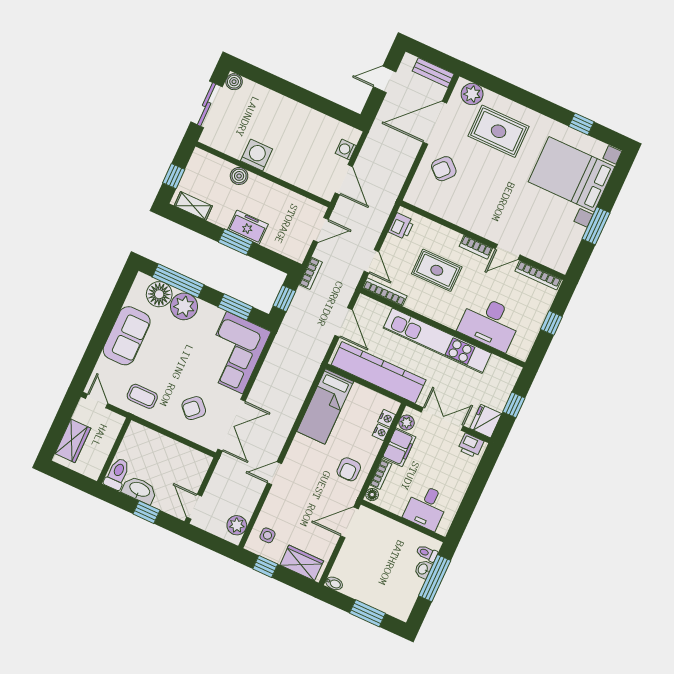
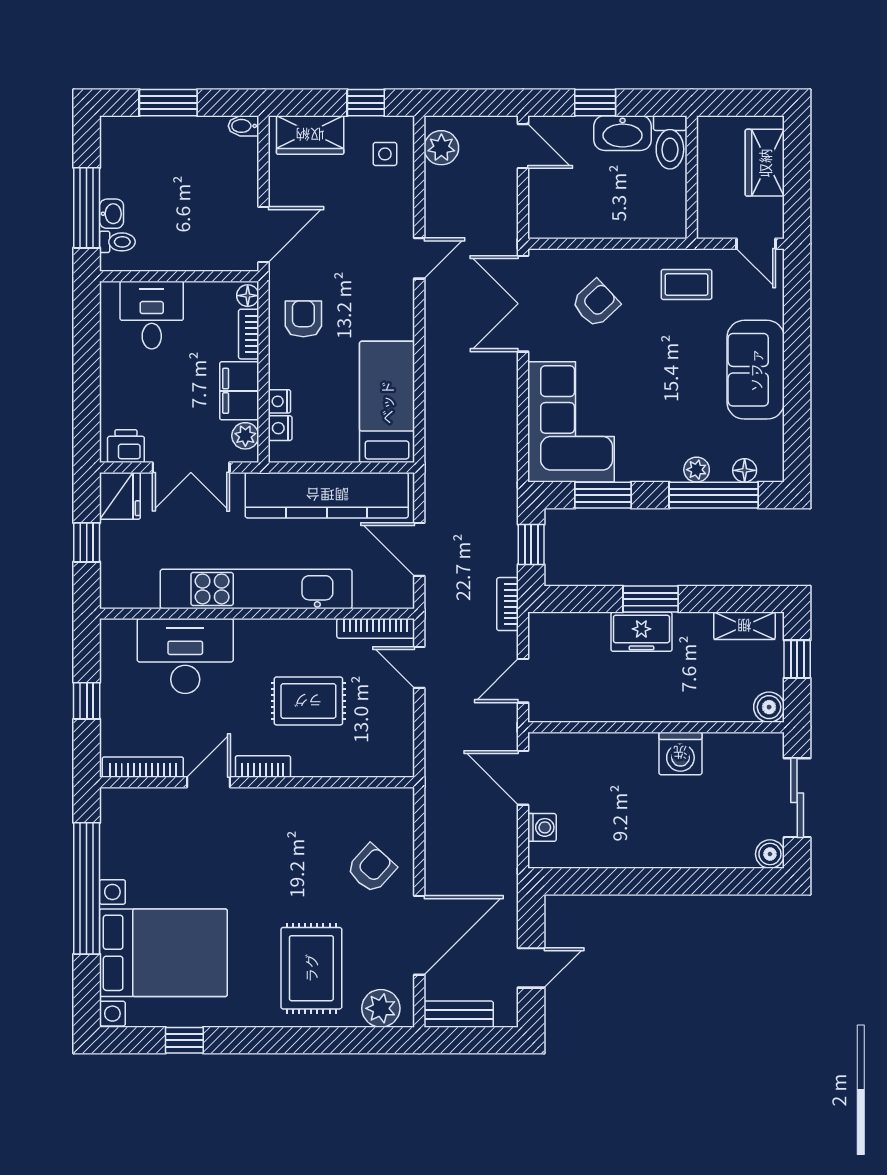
rug: (499, 131) -> (311, 968), turned 90
boiler: (239, 176) -> (769, 707), moved
printer: (401, 226) -> (397, 746), removed
window: (596, 226) -> (87, 888), width x2.11
floor lamp: (159, 294) -> (745, 470), width x0.53, depth x0.53
plant: (184, 306) -> (697, 470), width x0.53, depth x0.53

